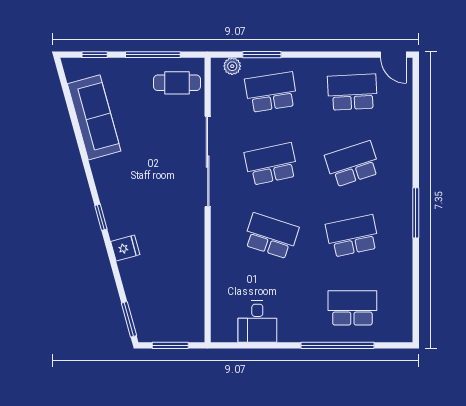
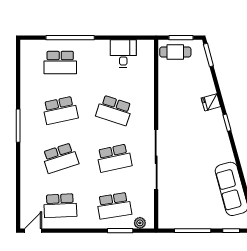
door: (393, 55) -> (33, 231), hinge flipped
cafe table: (177, 83) -> (175, 52), moved

